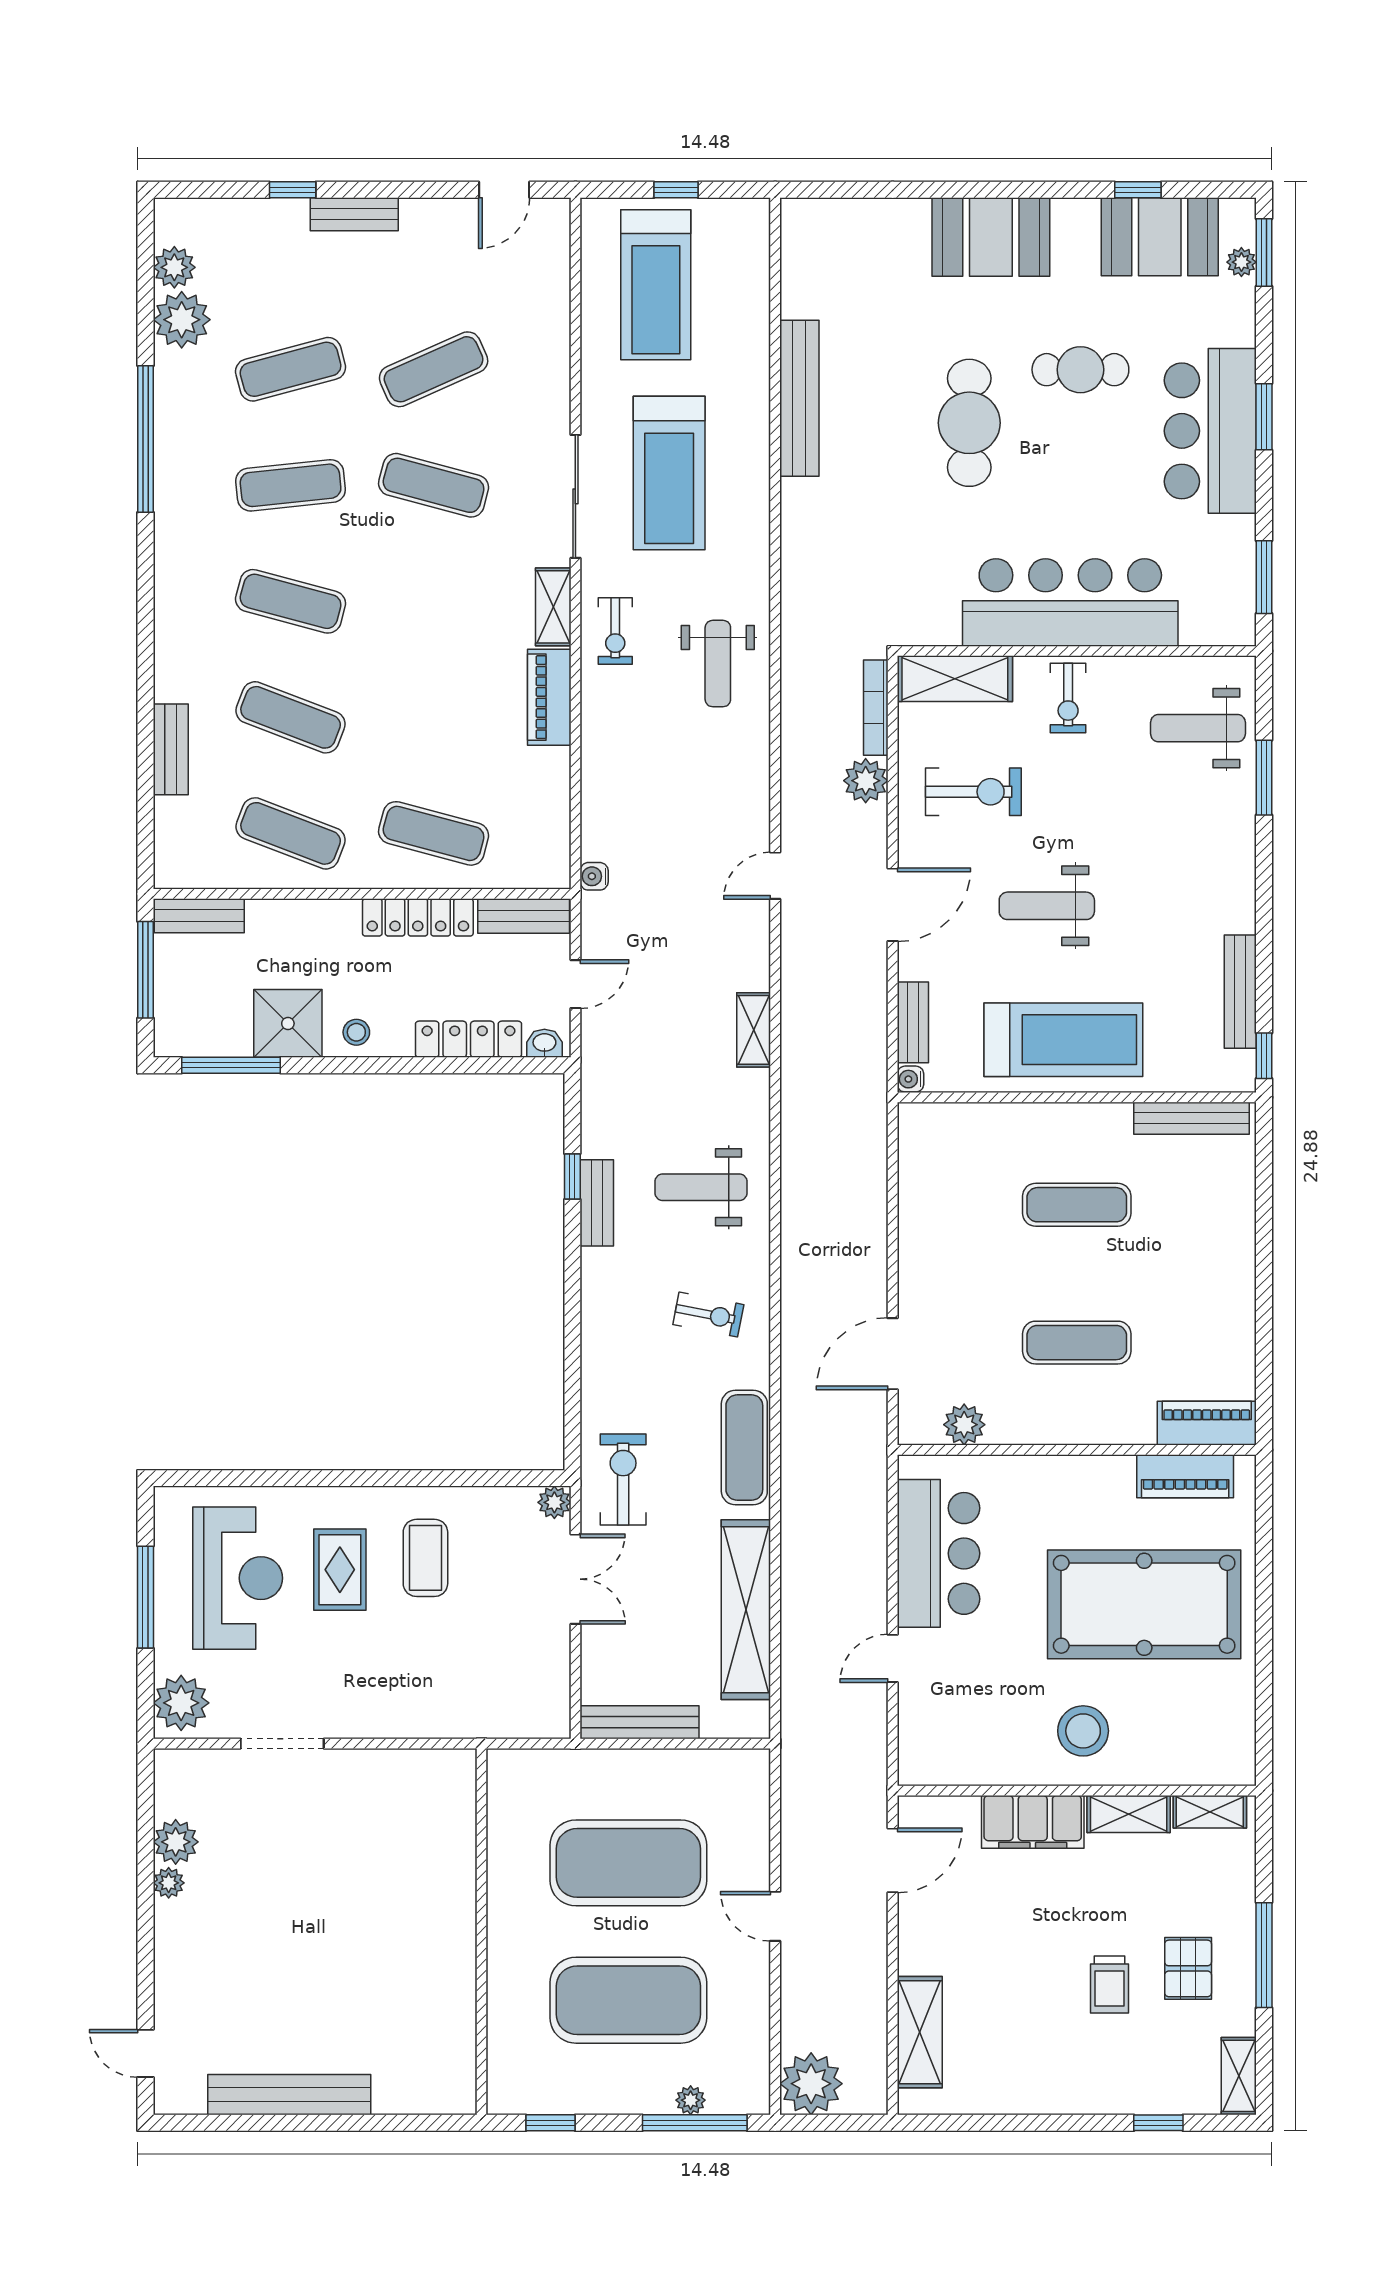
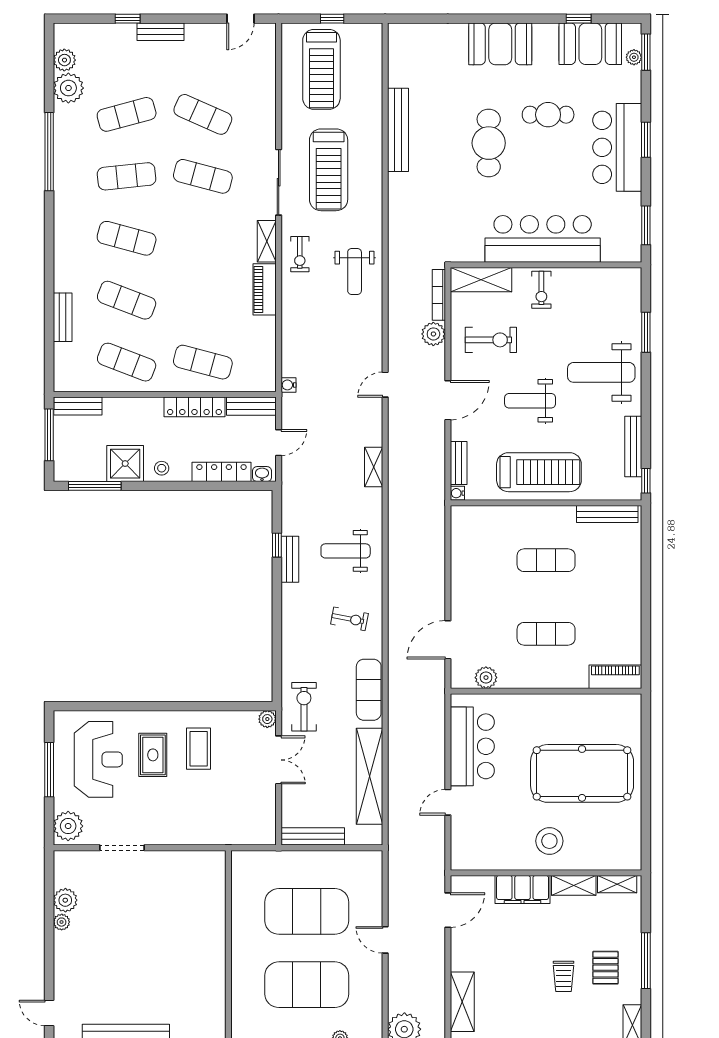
exercise mat: (434, 369) -> (203, 114), turned 48
weight bench: (1198, 728) -> (601, 372), moved, width x1.36, depth x1.33
piano: (1185, 1476) -> (604, 705), removed

